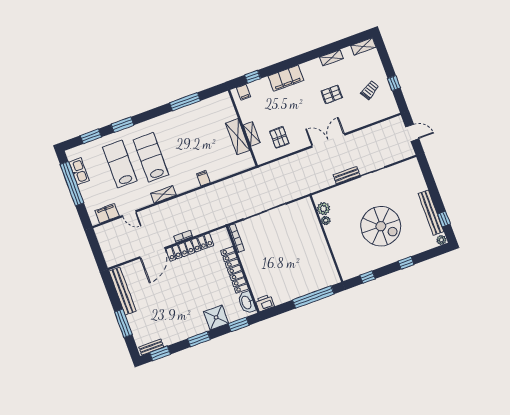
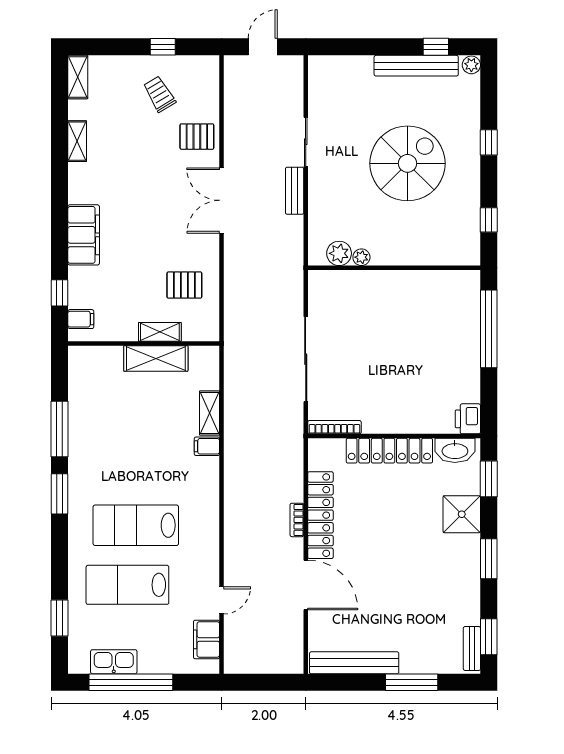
pallet: (332, 94) -> (197, 137), moved, turned 90
window: (122, 125) -> (60, 494), moved
shelving: (163, 194) -> (209, 413), moved

